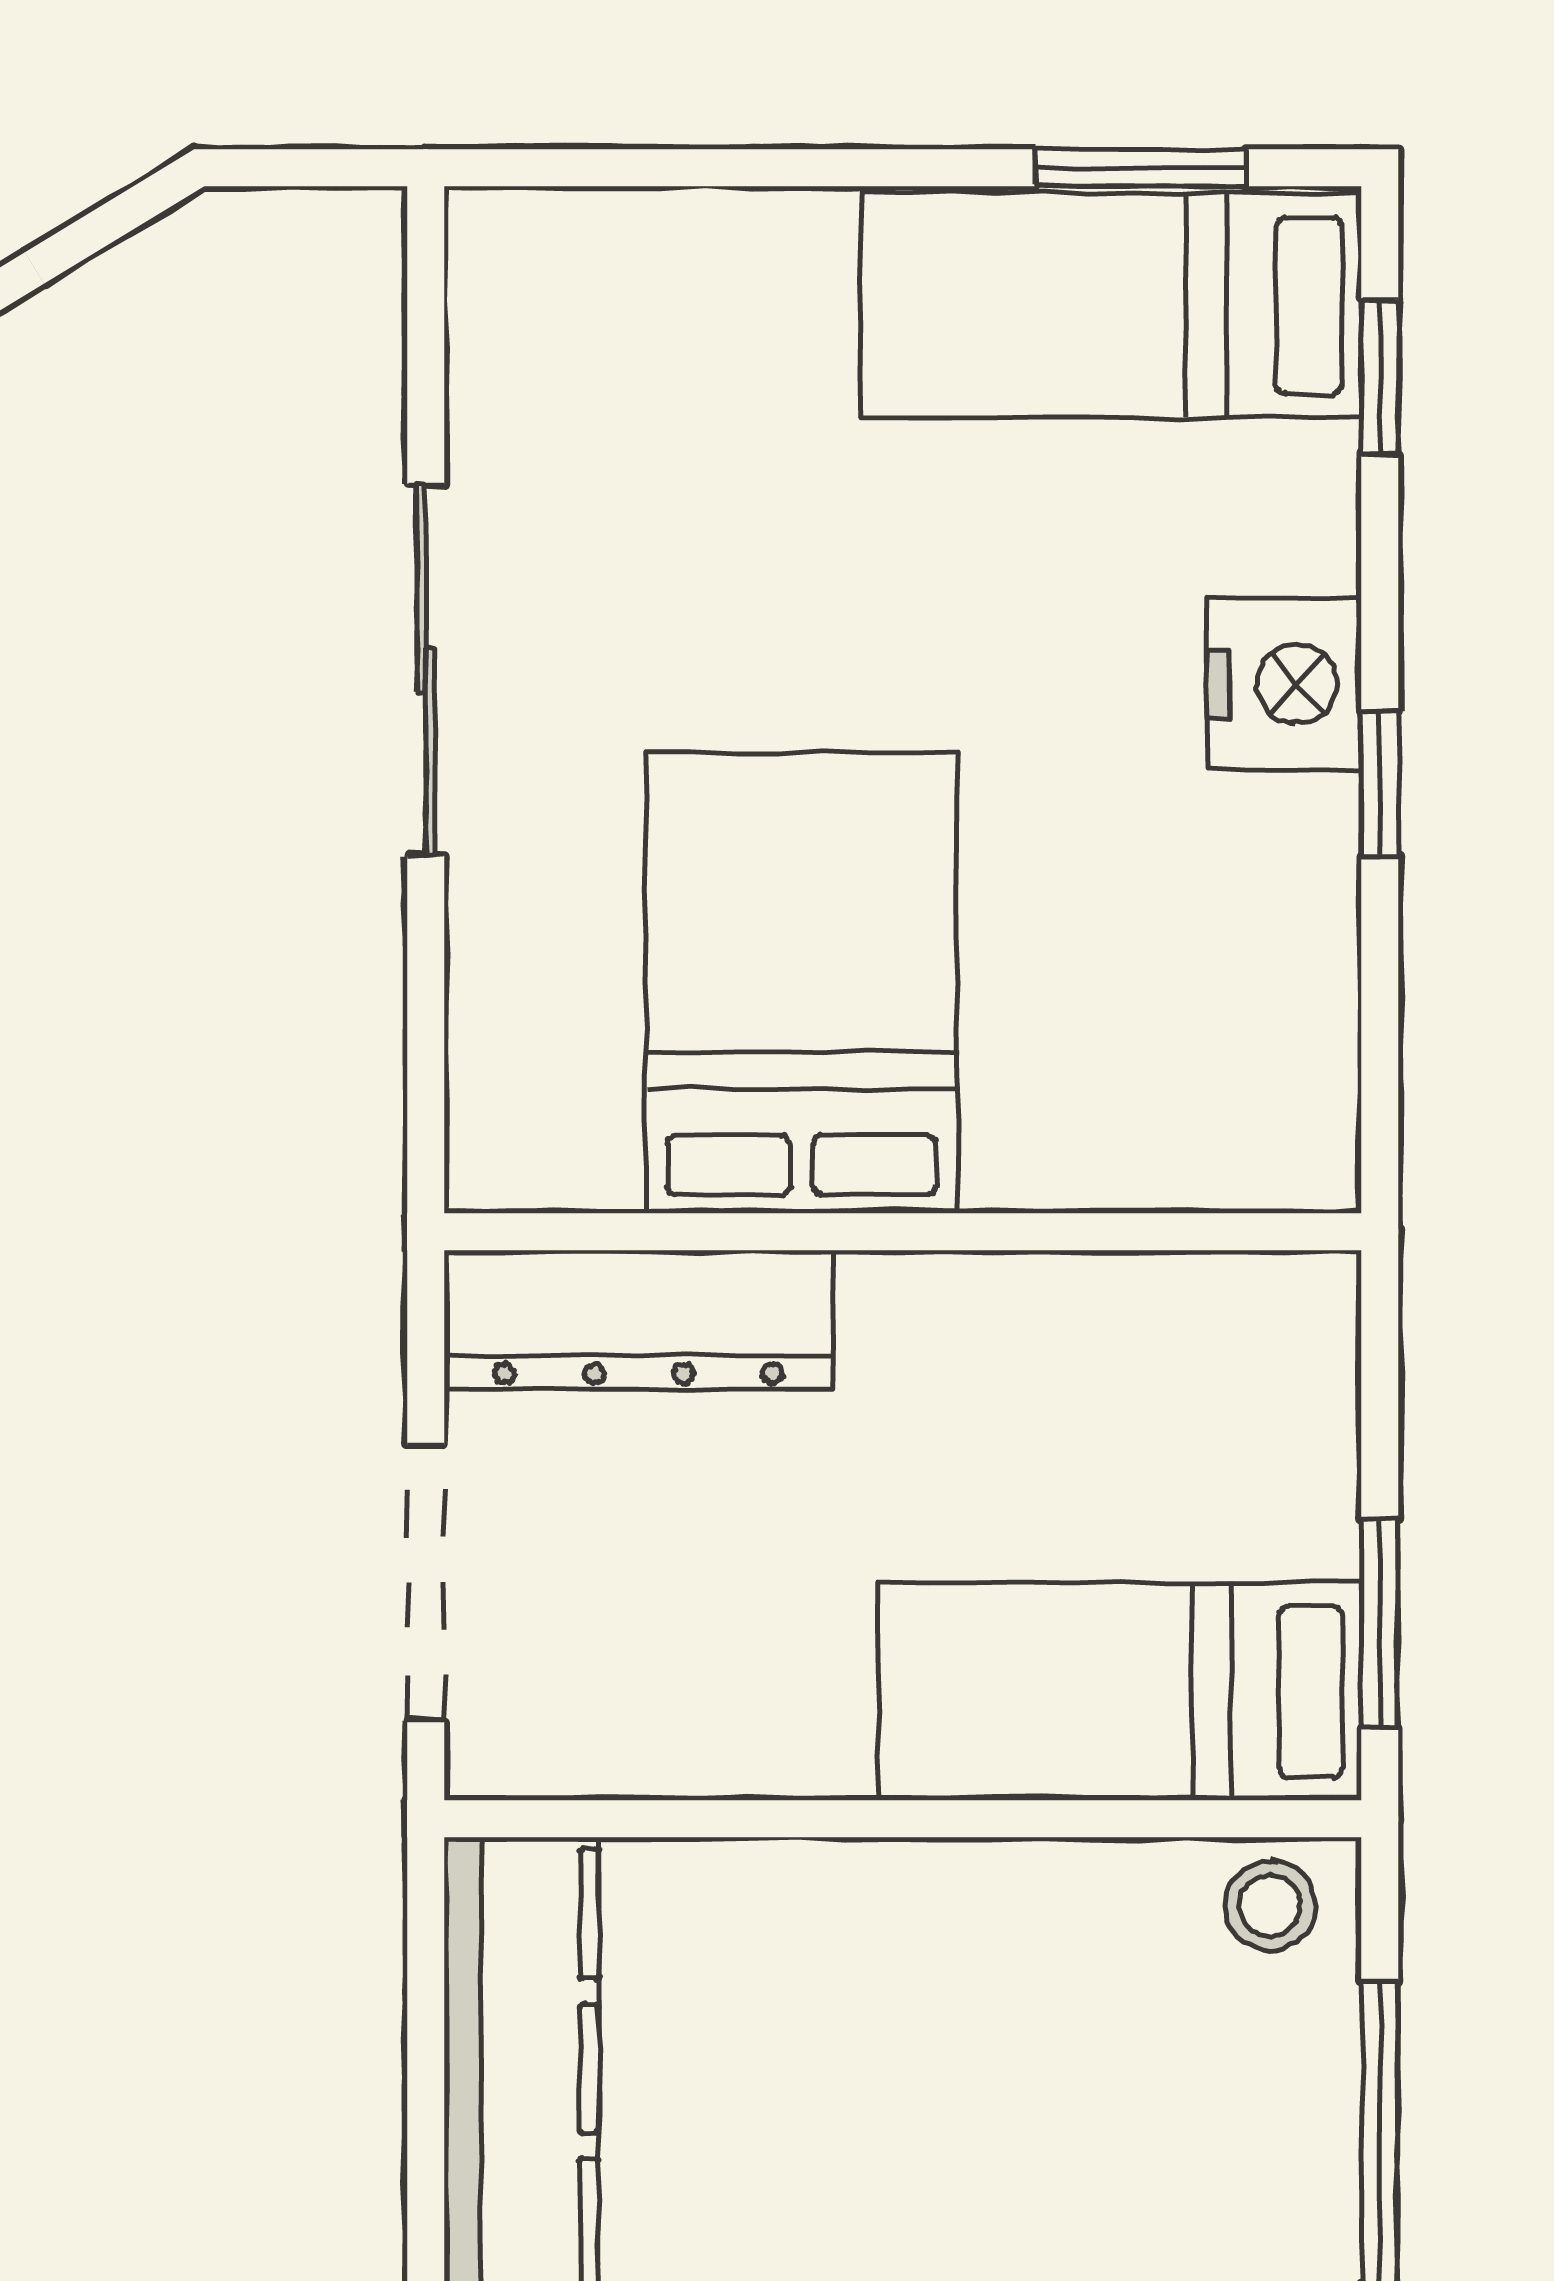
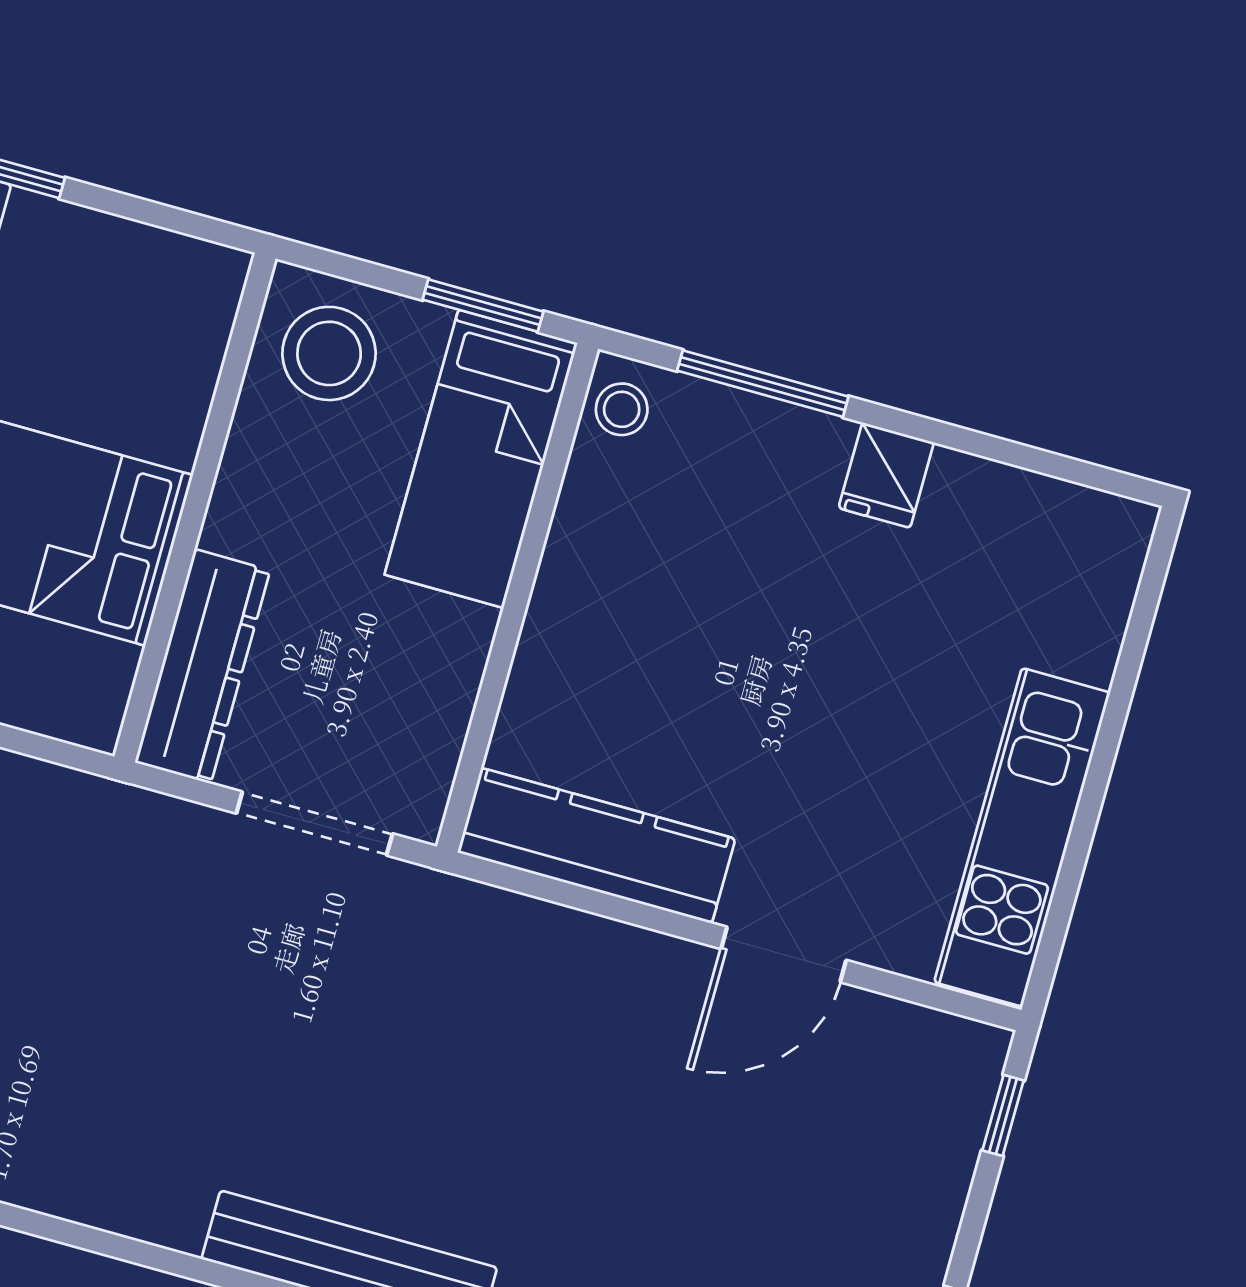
stool: (1226, 1386) -> (329, 353), added

